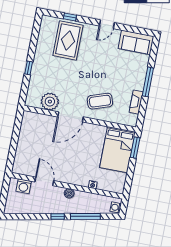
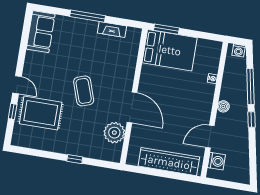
door: (107, 24) -> (17, 85), moved
coffee table: (100, 101) -> (84, 91), moved
wardrobe: (24, 146) -> (169, 162), added

